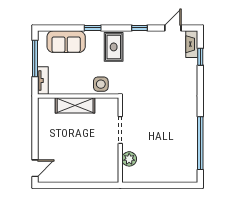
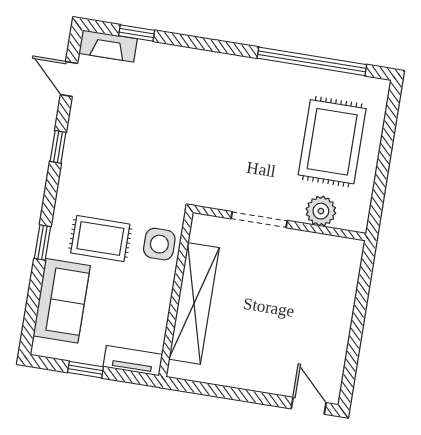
rug: (114, 47) -> (100, 239), moved
window: (35, 58) -> (85, 370), width x0.46
shelving: (75, 105) -> (194, 303), width x1.47
rug: (163, 159) -> (332, 142), added

